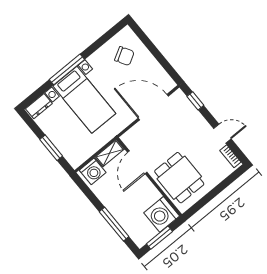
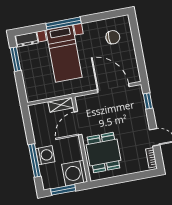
chair: (124, 56) -> (113, 37), turned -60
window: (51, 148) -> (16, 59), moved
washing machine: (93, 171) -> (45, 155), moved, turned -90

